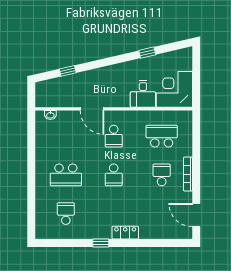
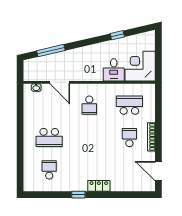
window: (68, 71) -> (51, 51), width x2.17
door: (92, 109) -> (60, 82), moved
school desk: (114, 175) -> (89, 138), removed

